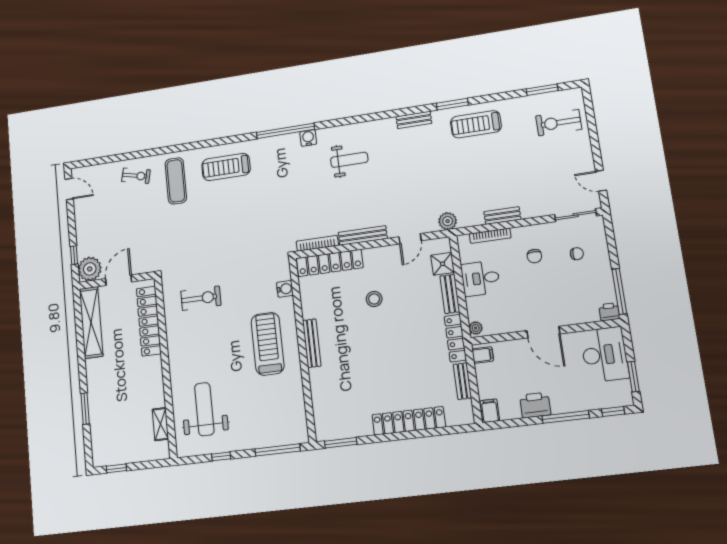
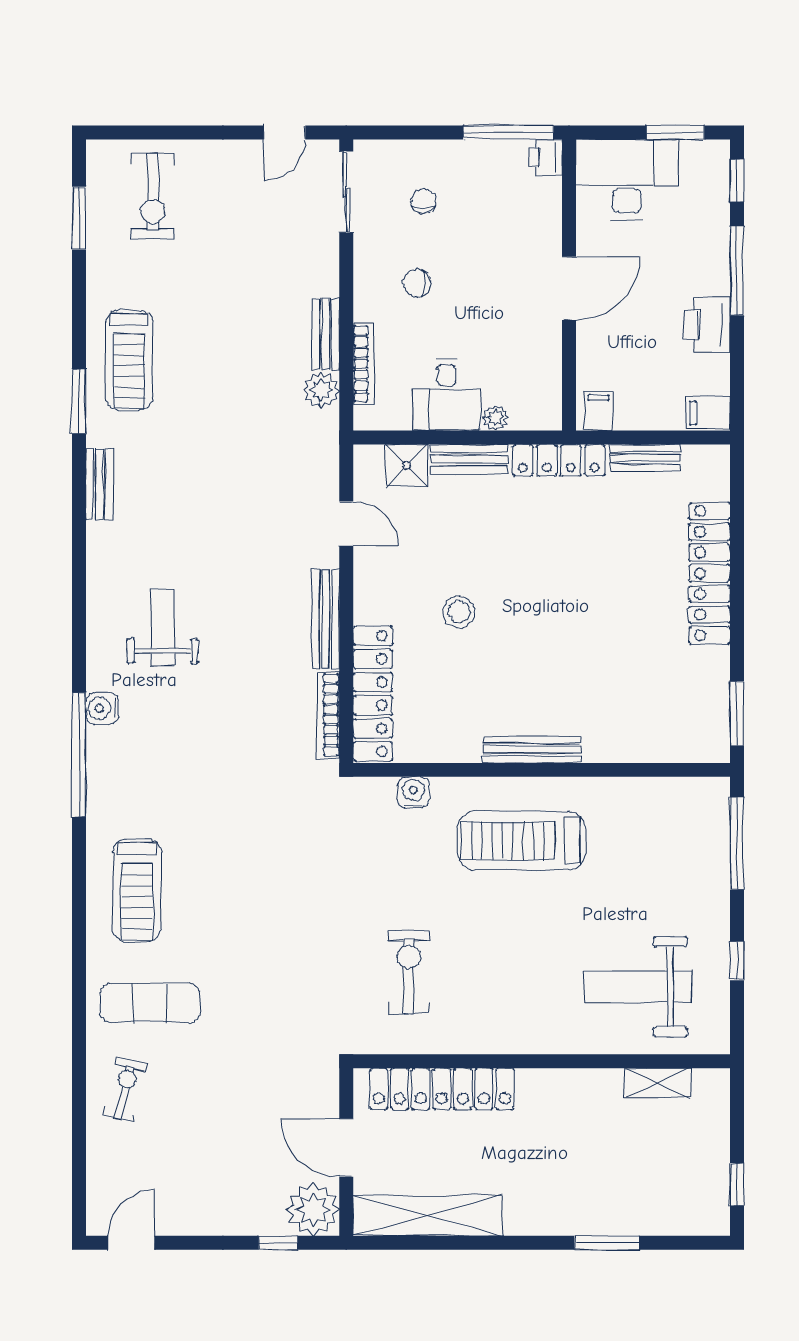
plant: (448, 221) -> (321, 390), moved
chair: (534, 256) -> (417, 283), turned 180
plant: (476, 328) -> (495, 418), moved

